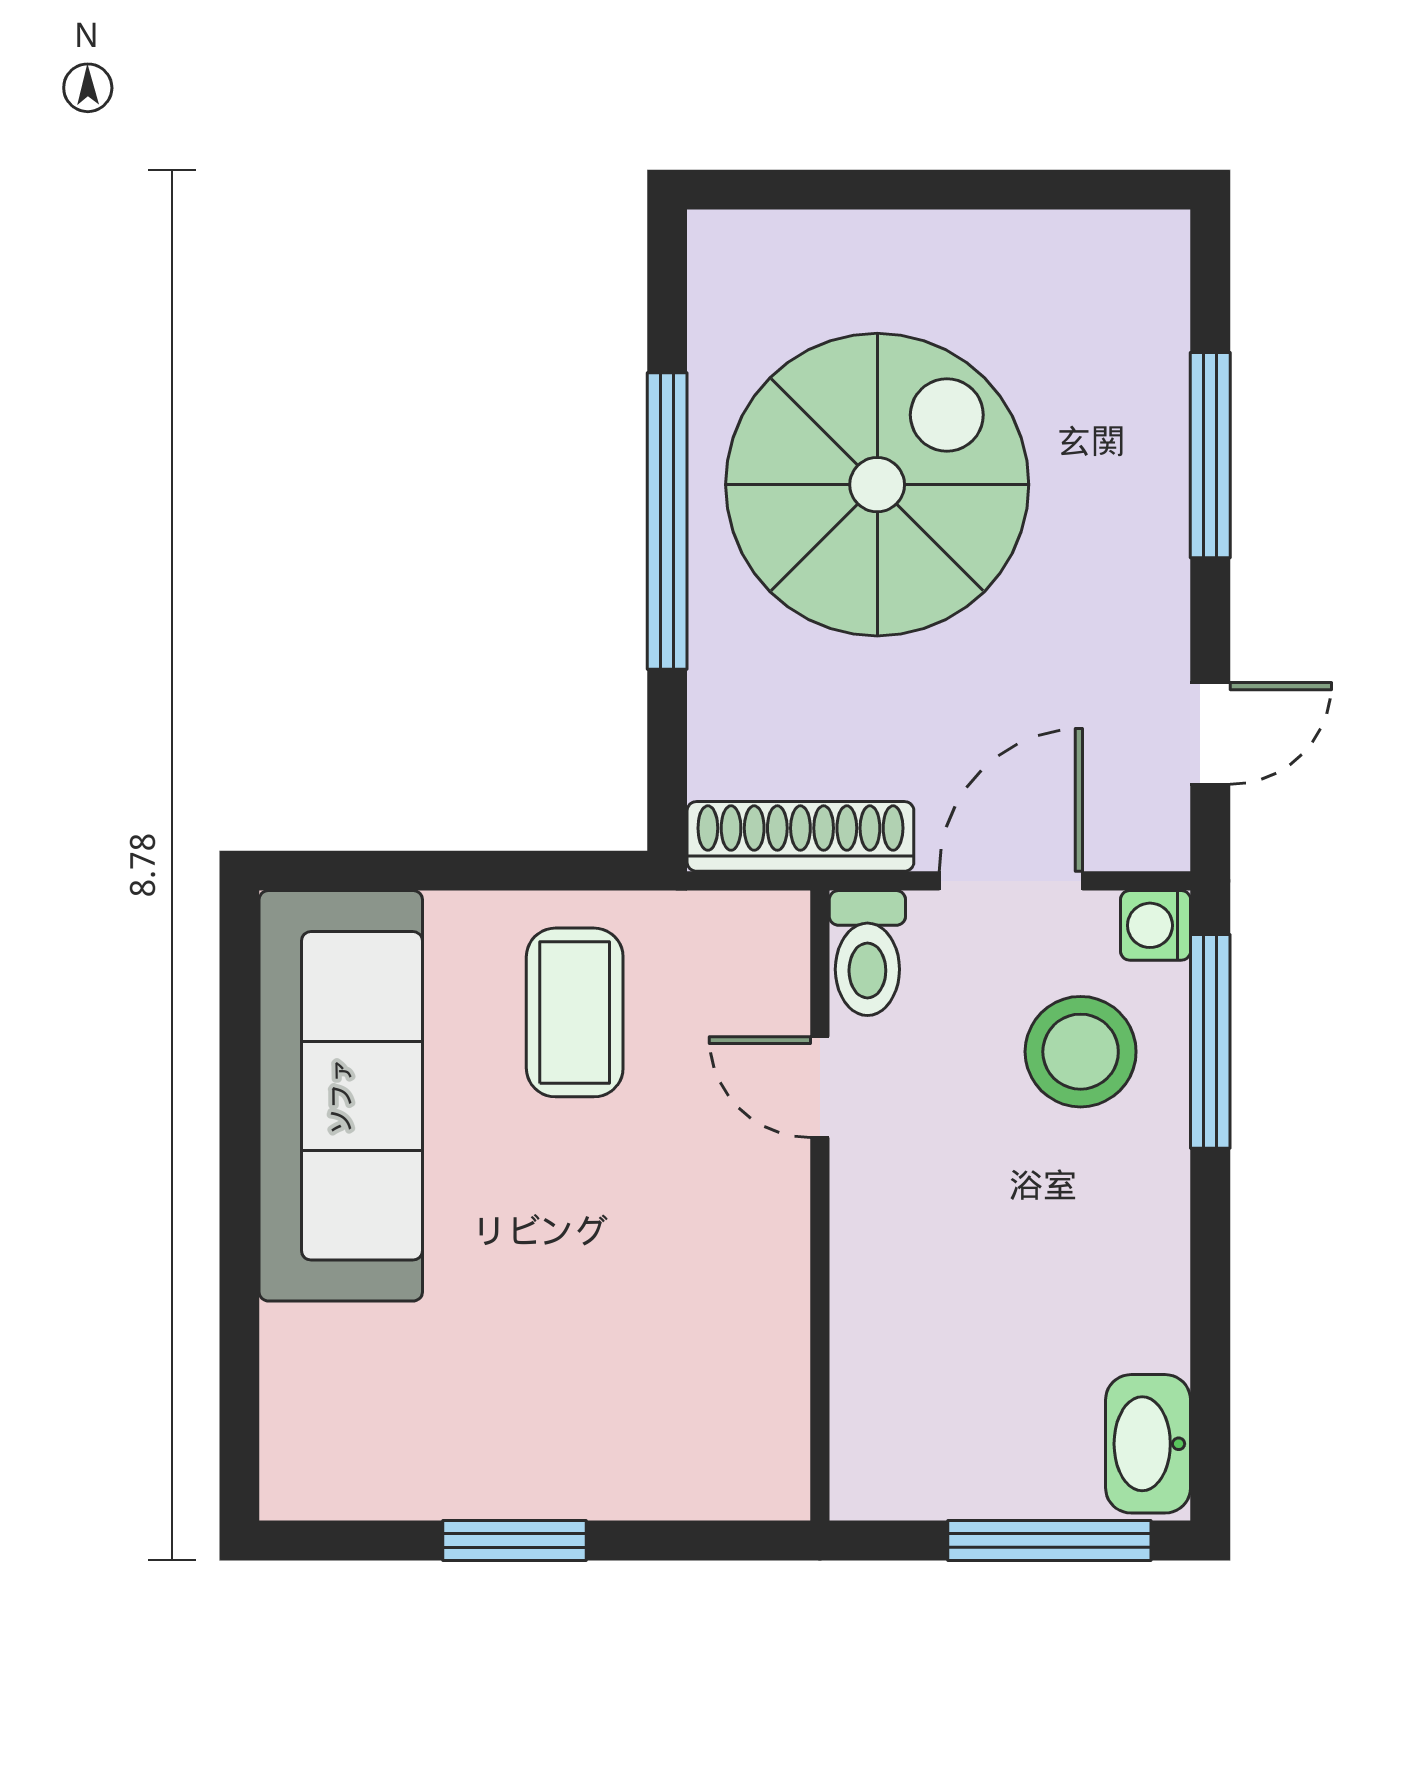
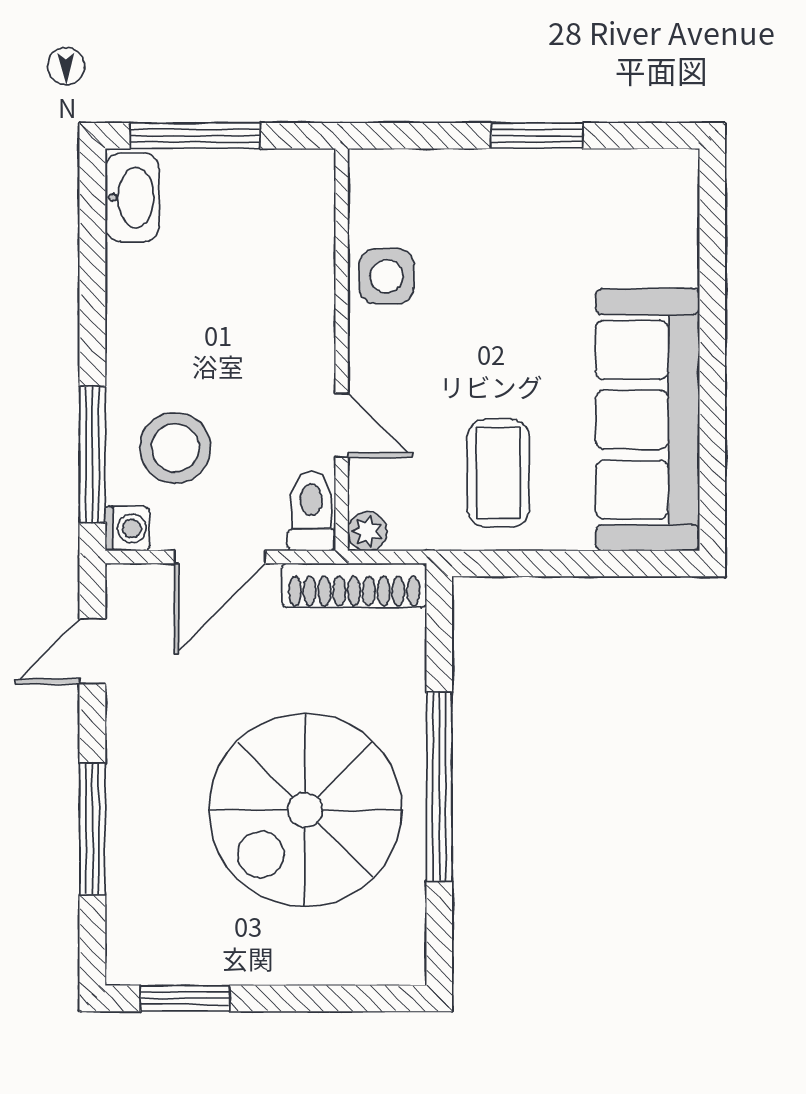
window: (1066, 190) -> (185, 998), added
plant: (780, 921) -> (367, 531), added
side table: (750, 1320) -> (387, 276), added

